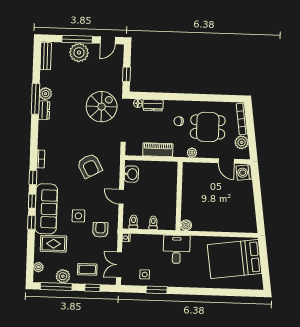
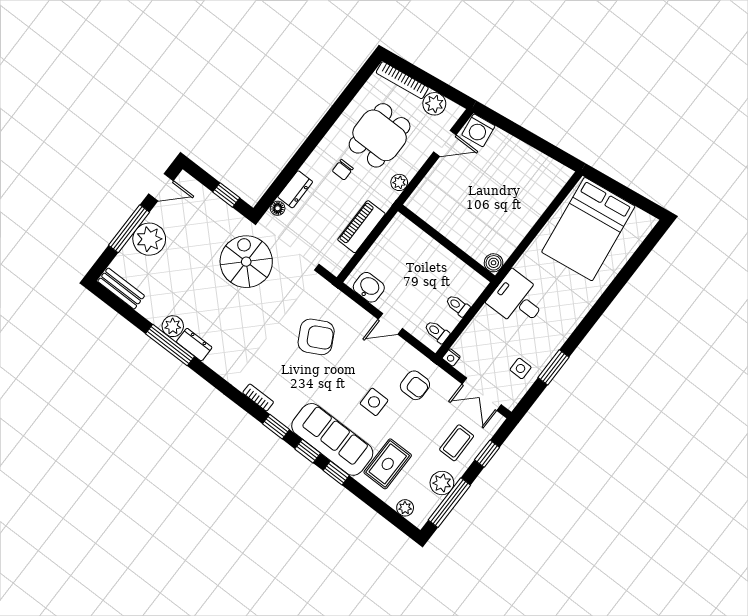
door: (108, 40) -> (161, 187), hinge flipped
armchair: (100, 230) -> (415, 385), turned 180

